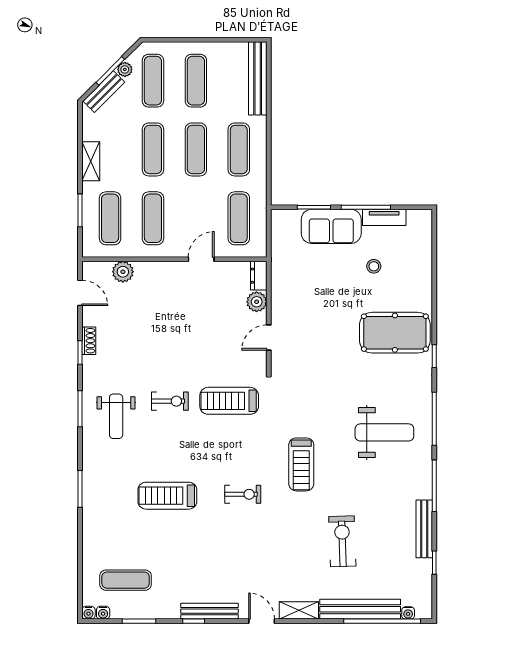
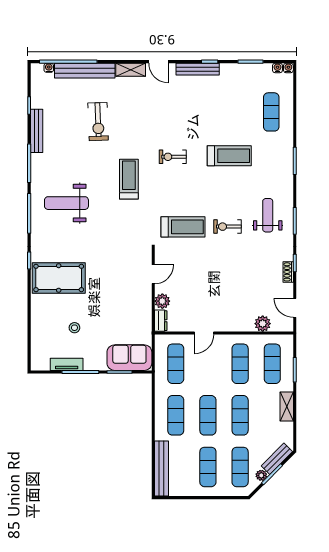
sofa: (331, 226) -> (129, 358), moved
exercise mat: (126, 580) -> (271, 112), moved, turned 90

